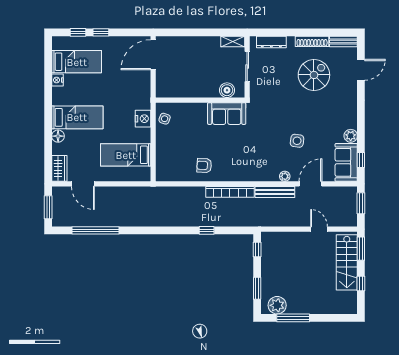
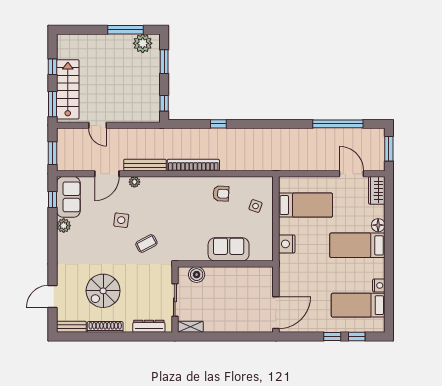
sofa: (227, 114) -> (229, 249), moved
side table: (165, 119) -> (256, 206), moved
coffee table: (274, 119) -> (146, 243), added

